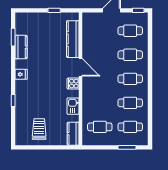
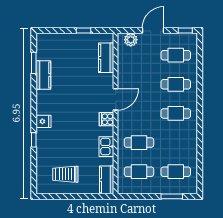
plant: (93, 18) -> (131, 40), added
kitchen counter: (73, 39) -> (106, 58), width x0.67
door: (81, 67) -> (116, 99), hinge flipped
fridge: (21, 74) -> (44, 121), moved
cafe table: (130, 103) -> (139, 143), moved
trolley: (39, 129) -> (65, 174), turned -90

